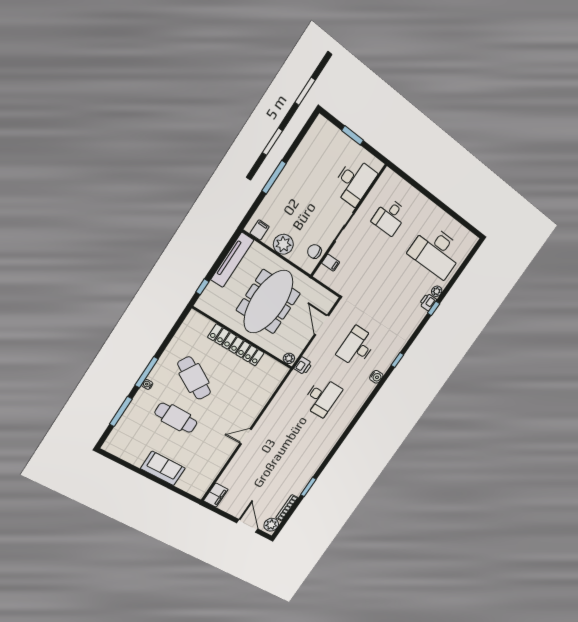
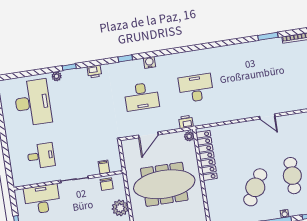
printer: (428, 302) -> (94, 71), moved
locker: (236, 345) -> (207, 155), moved

